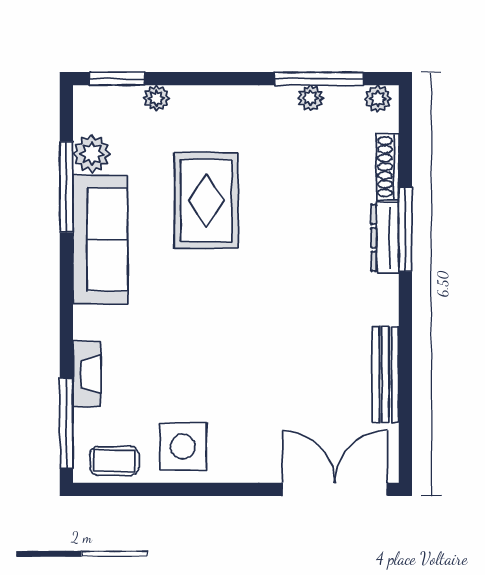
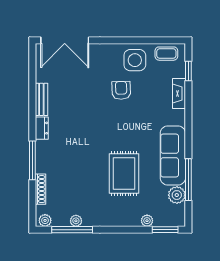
dresser: (385, 238) -> (42, 128), moved, width x0.70
bench: (385, 374) -> (41, 99), width x0.73
armchair: (212, 381) -> (121, 90), added
window: (66, 423) -> (188, 71), width x0.46

